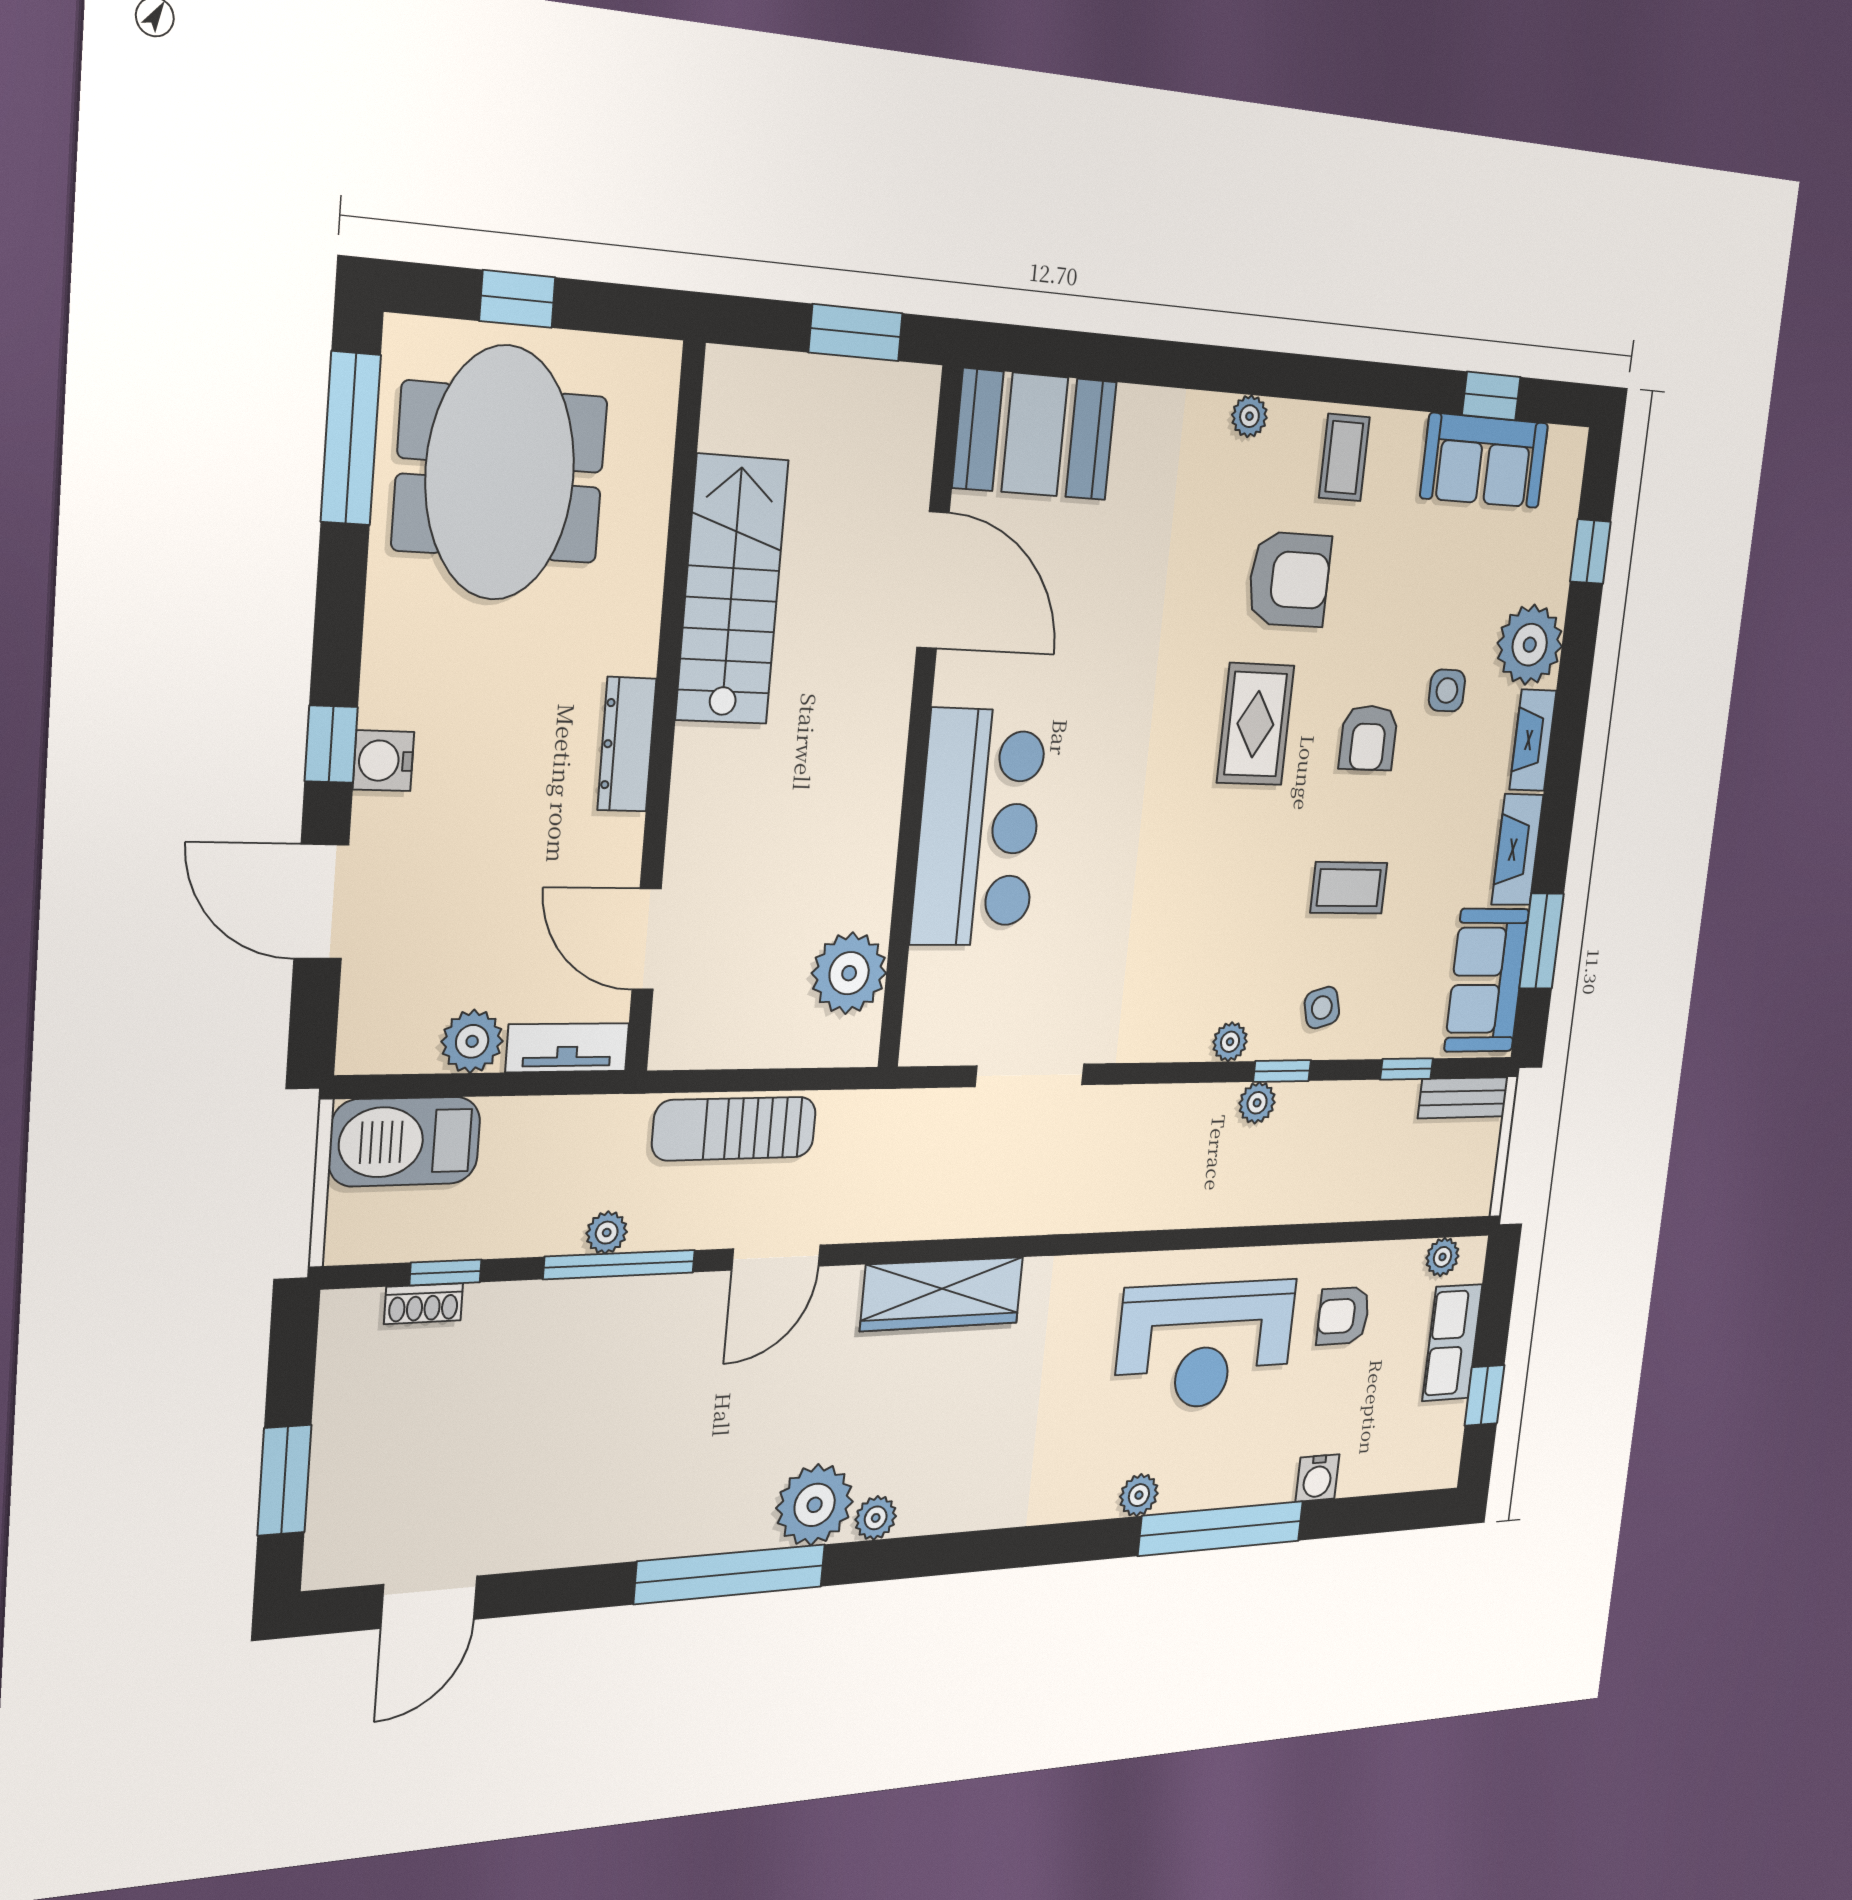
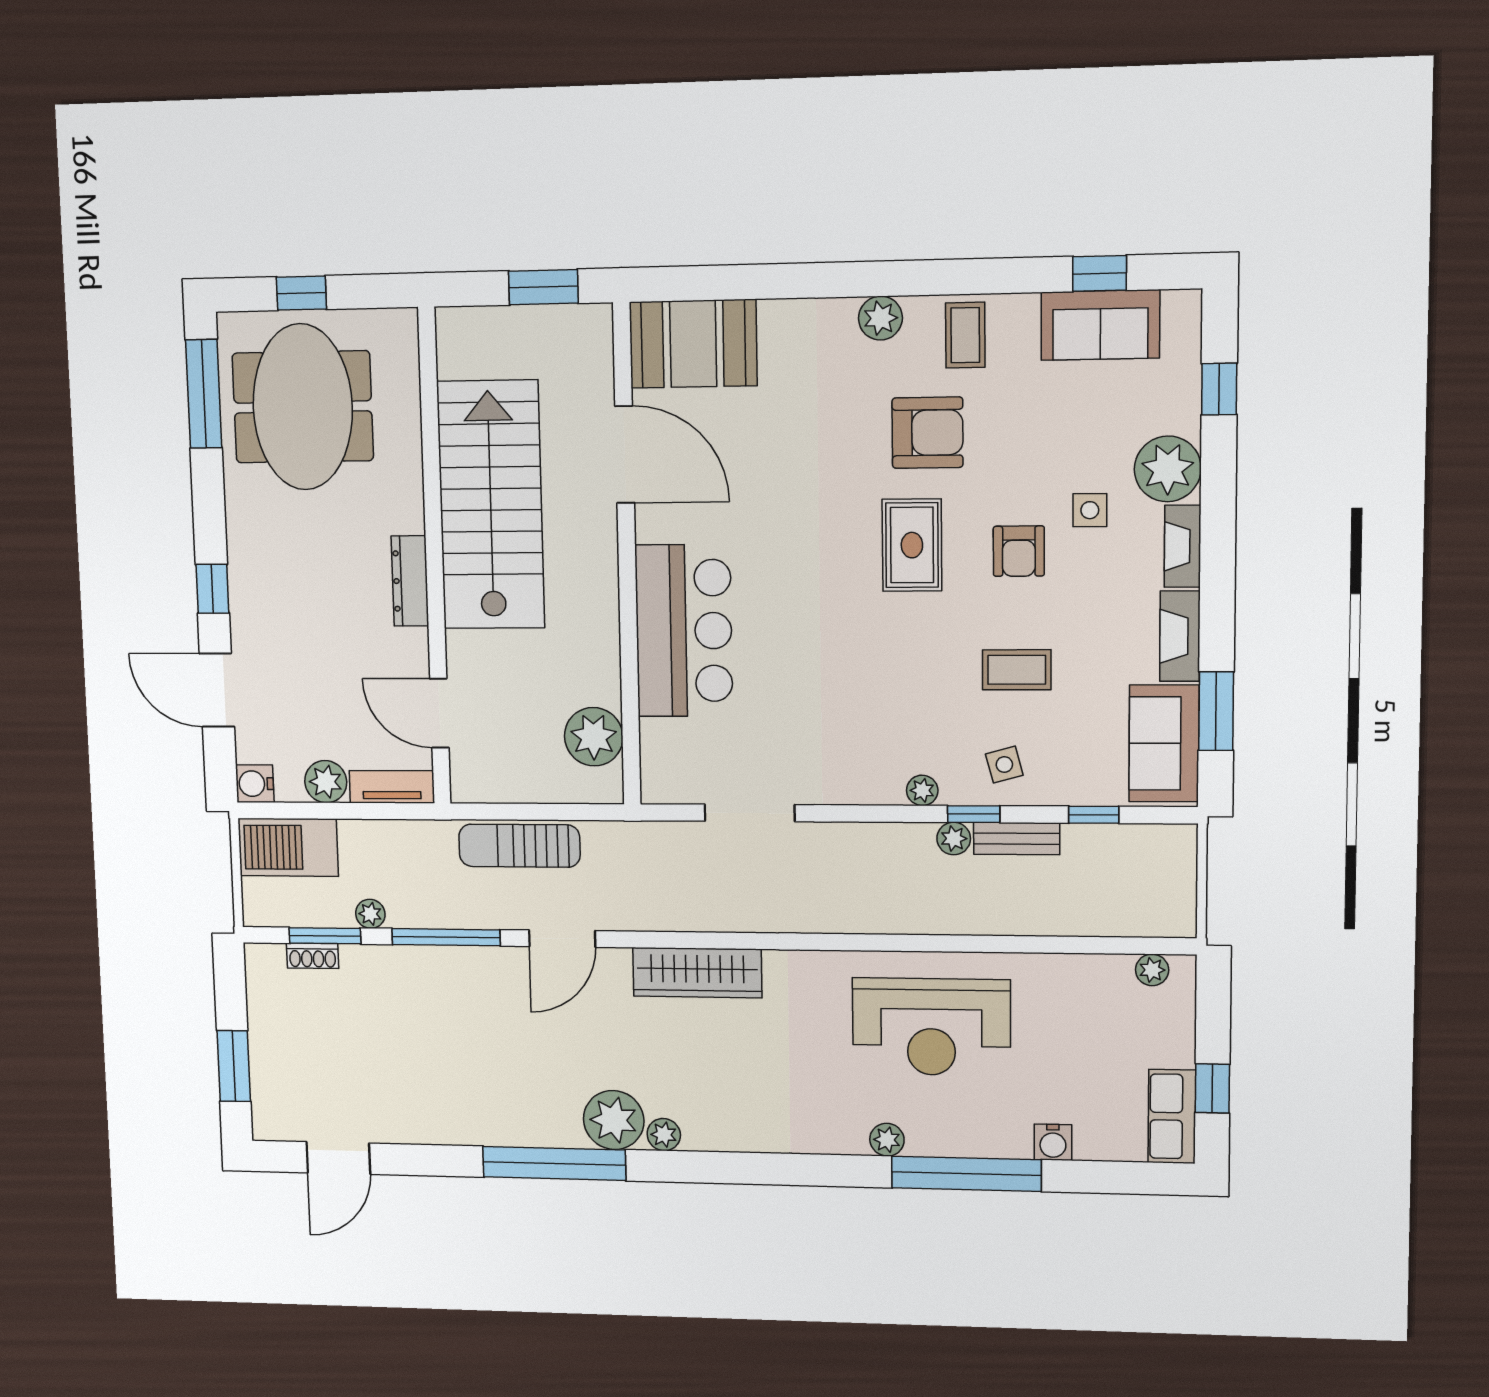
plant: (1249, 416) -> (880, 318), width x1.38, depth x1.38
stairs: (732, 590) -> (491, 505), width x1.36, depth x1.51
water cooler: (383, 761) -> (255, 784), moved
bench: (1463, 1098) -> (1017, 839), moved
plant: (607, 1233) -> (370, 914), moved
window: (445, 1272) -> (325, 936), width x1.50
armchair: (1343, 1316) -> (1060, 1012), removed
row of seats: (1452, 1343) -> (1172, 1116), moved

